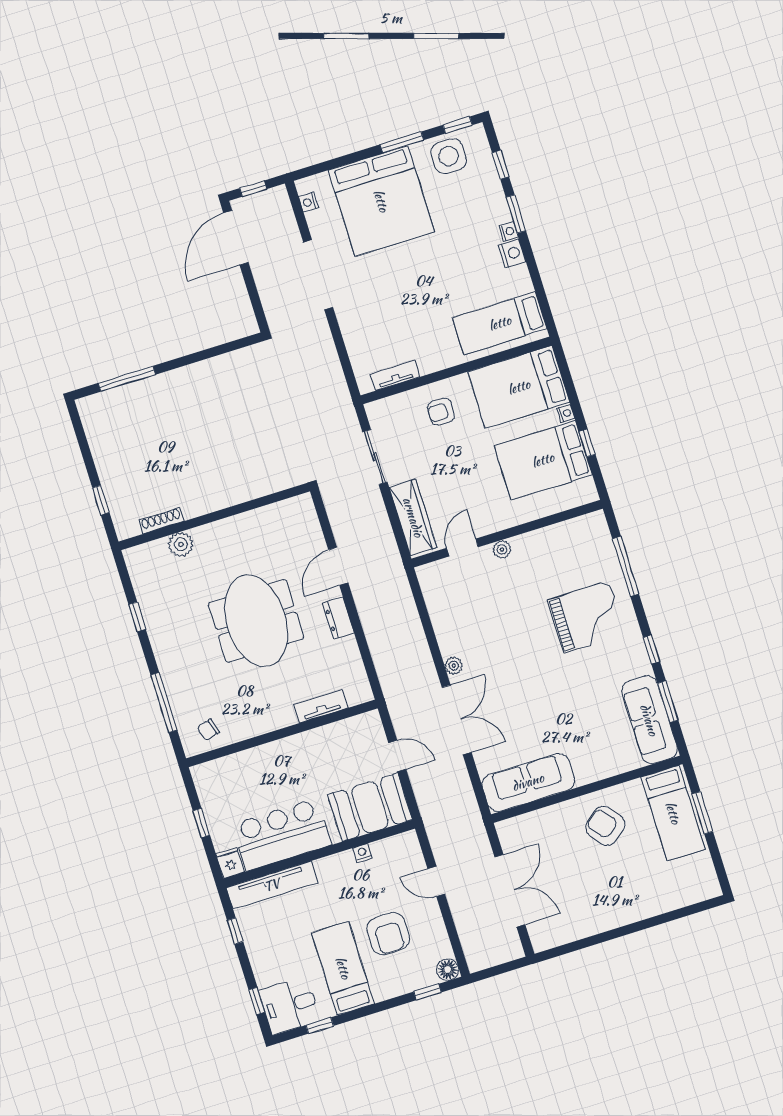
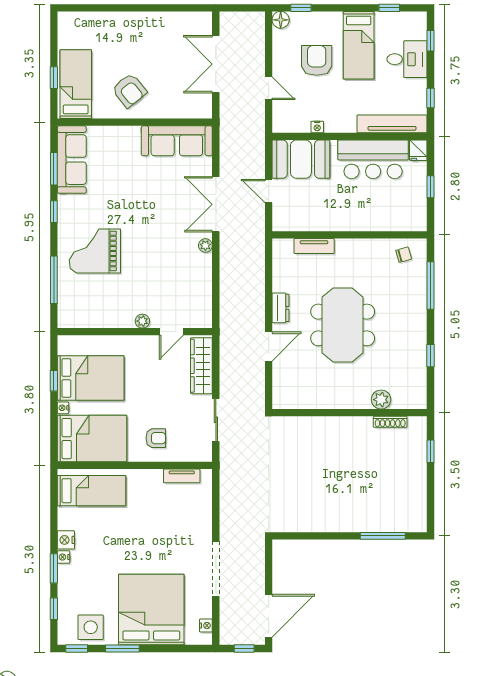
window: (702, 813) -> (54, 78), width x0.67
desk: (290, 1005) -> (407, 59), moved

